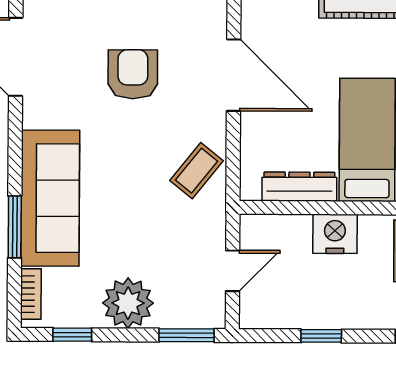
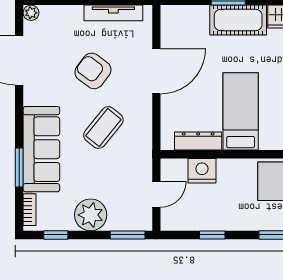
armchair: (133, 74) -> (93, 71), turned -53
door: (234, 75) -> (156, 71), hinge flipped
coffee table: (196, 171) -> (103, 128), moved, width x1.36, depth x1.30
nightstand: (335, 234) -> (202, 171), moved

